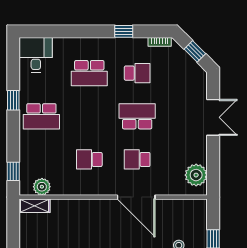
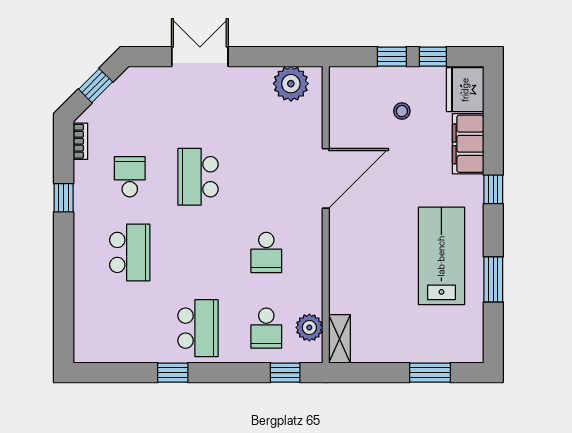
desk: (36, 55) -> (101, 337), removed
school desk: (137, 159) -> (266, 328), moved

